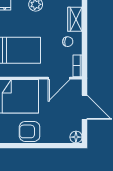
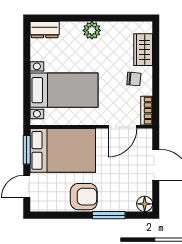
armchair: (30, 131) -> (84, 197), turned 180
window: (49, 146) -> (109, 215), added

